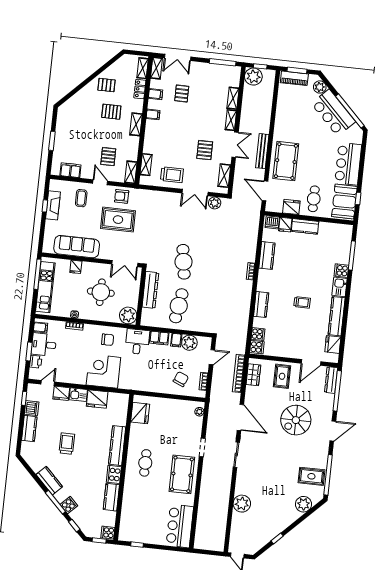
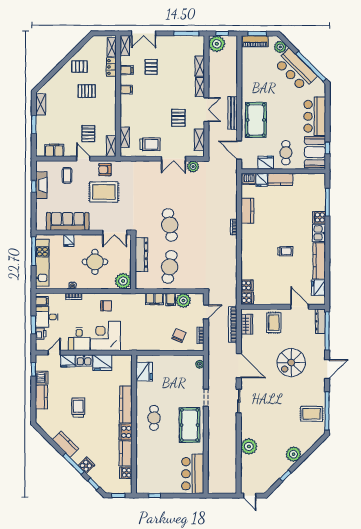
shelving: (136, 124) -> (41, 104), moved
kitchen counter: (261, 305) -> (247, 257), removed
desk: (137, 342) -> (79, 339), moved, turned 180
door: (311, 362) -> (300, 307), swing flipped
plant: (303, 504) -> (294, 454), moved
cooker: (108, 533) -> (126, 473), moved

